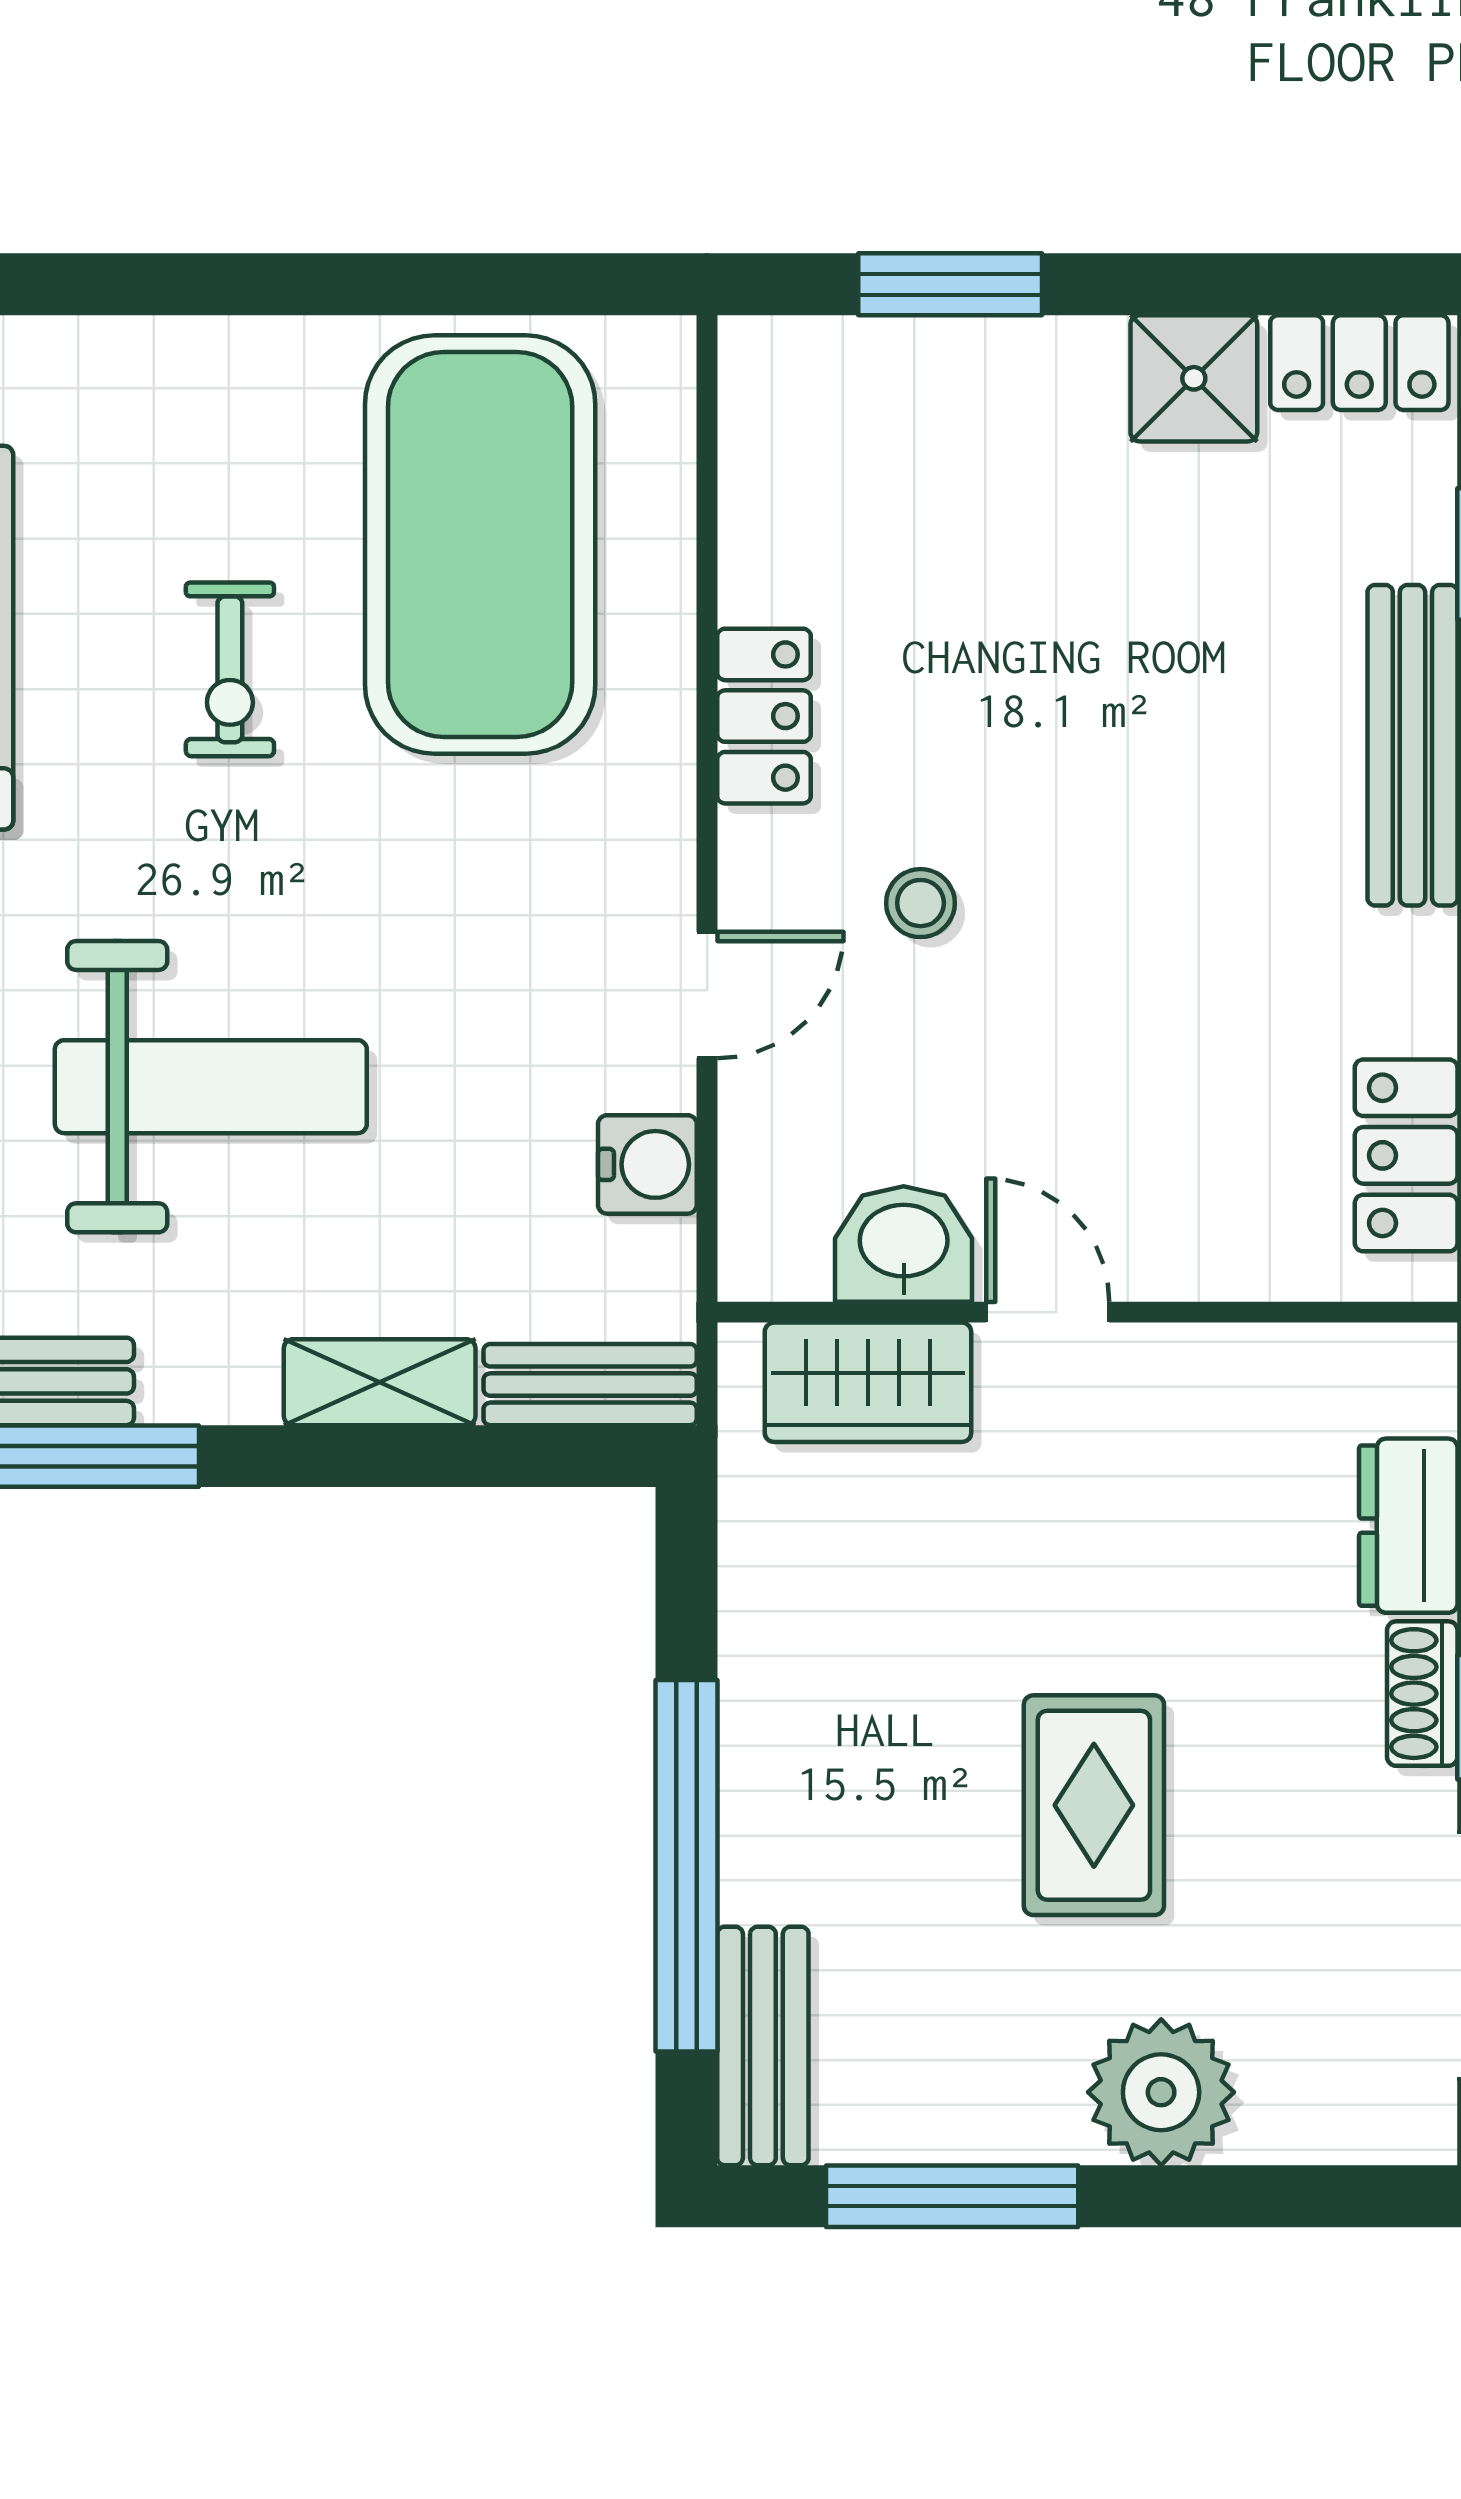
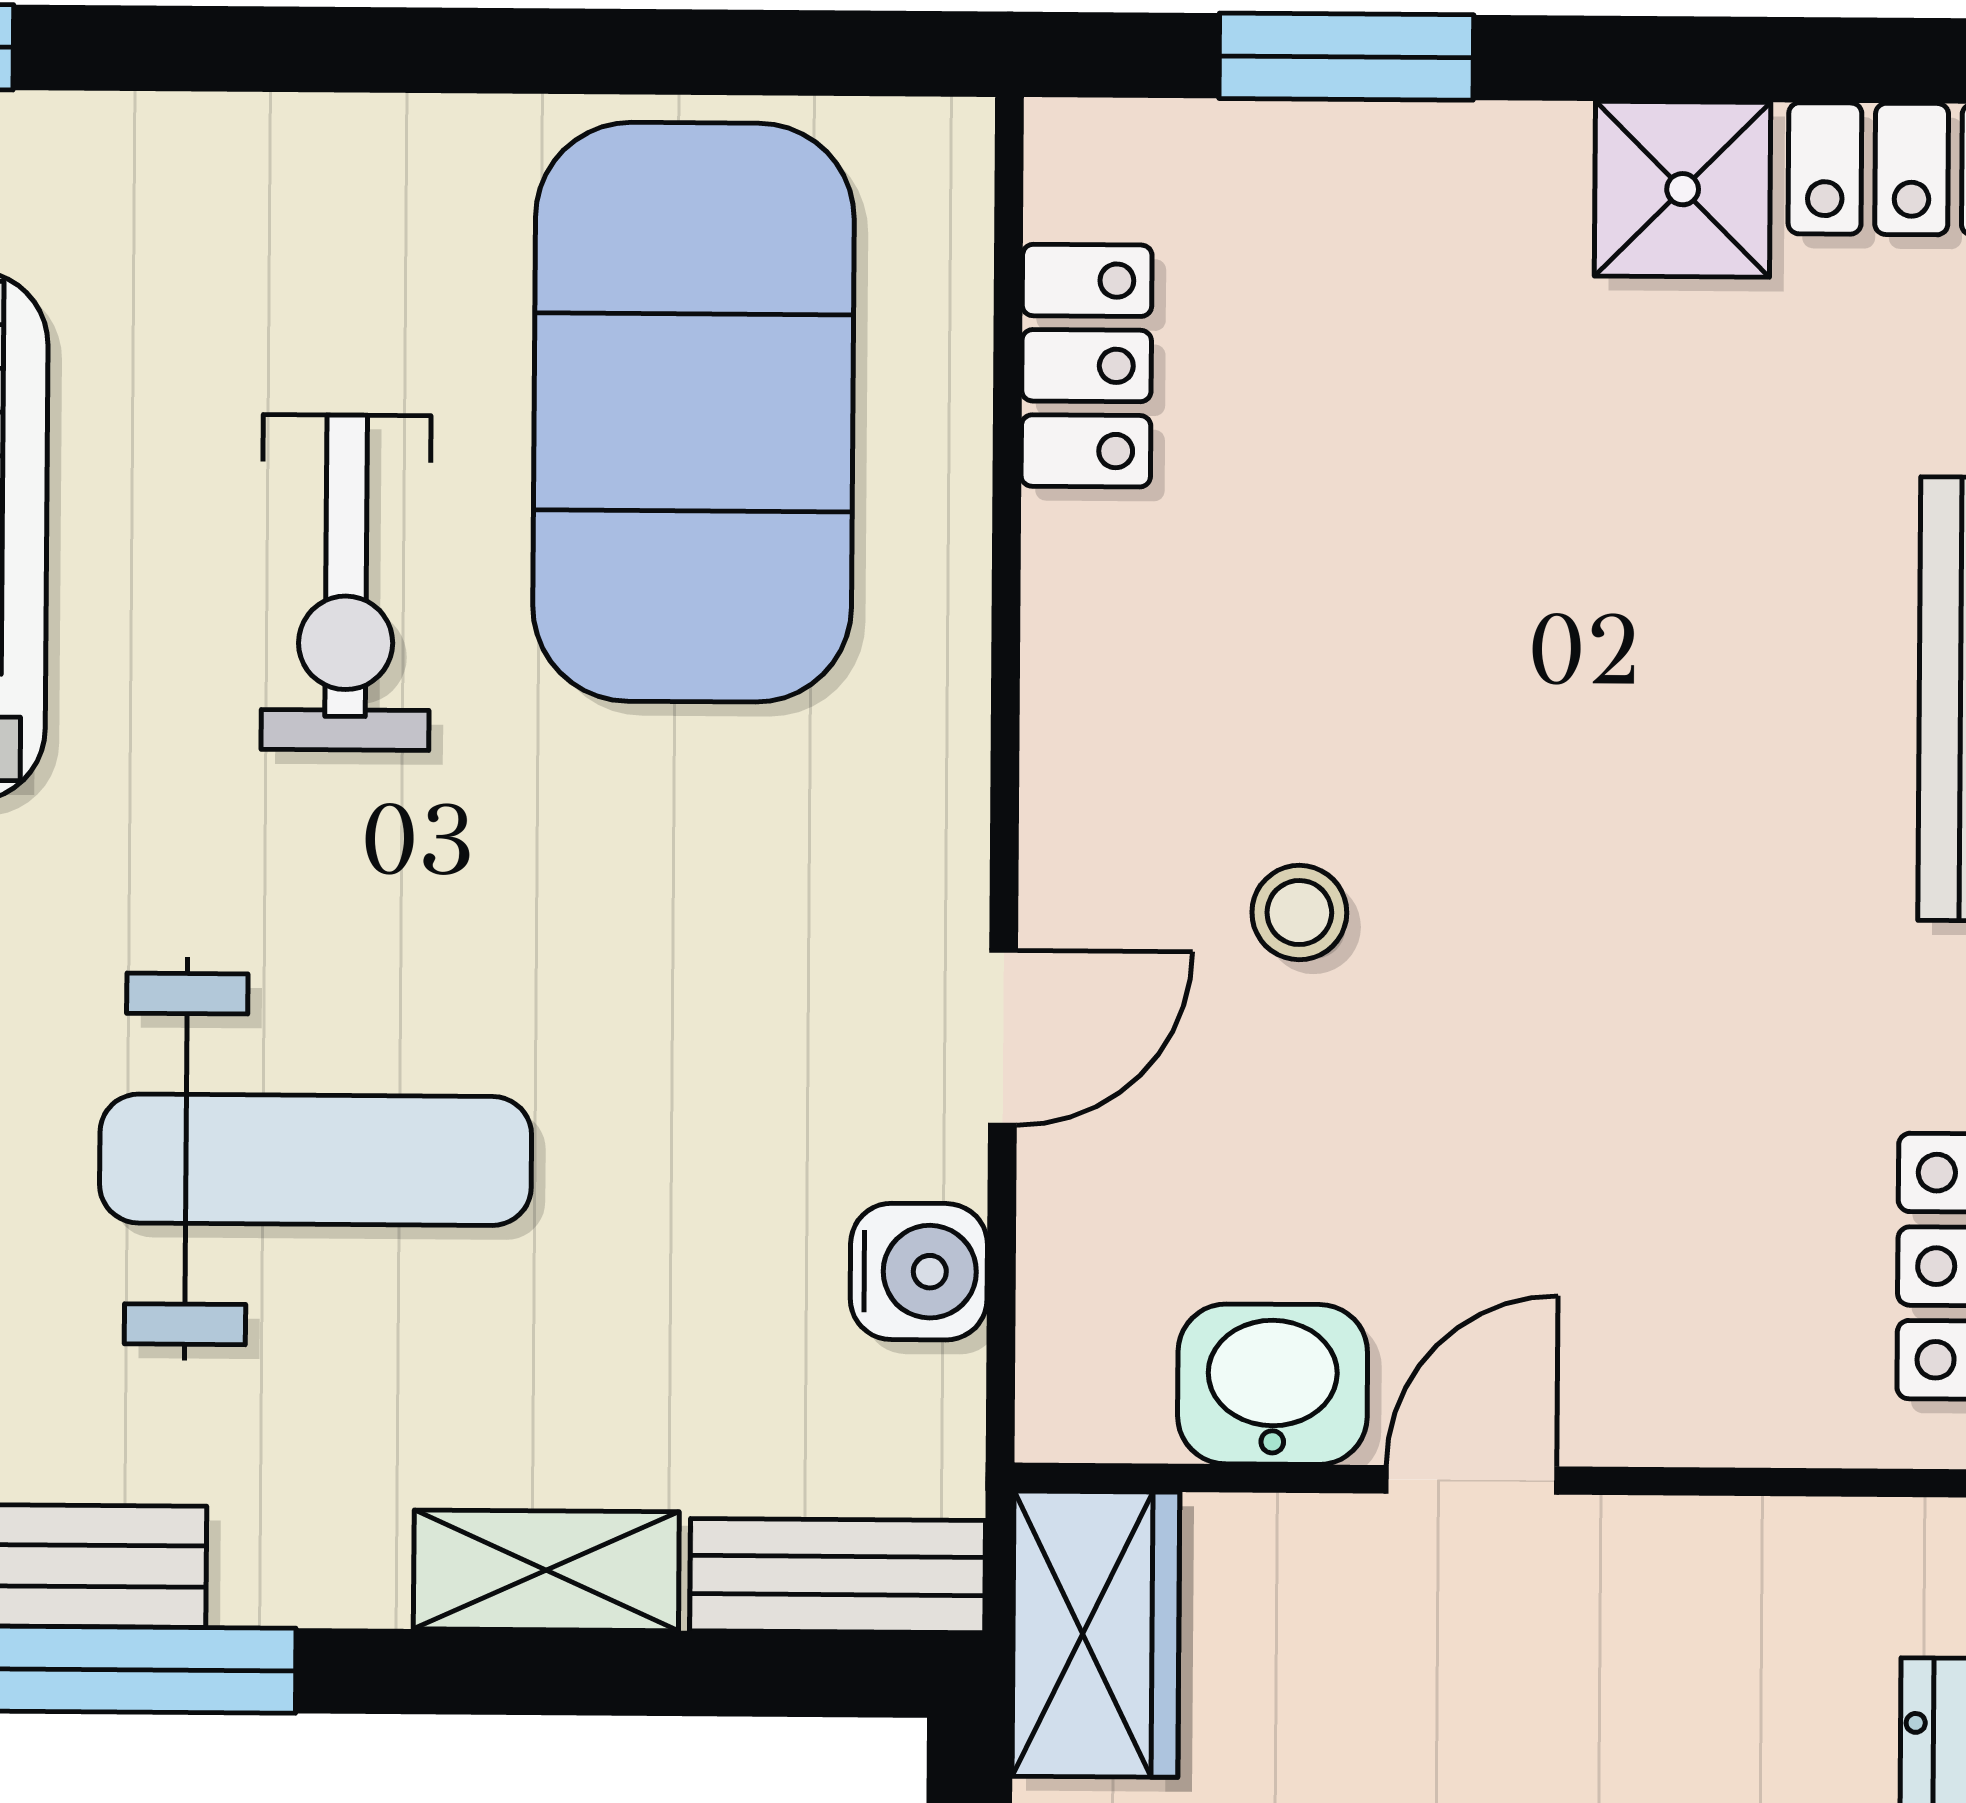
exercise bike: (230, 669) -> (346, 583), width x1.38, depth x1.39
locker: (764, 716) -> (1087, 366), moved
door: (1048, 1312) -> (1472, 1480), hinge flipped
wardrobe: (868, 1382) -> (1096, 1634), moved, turned -90

